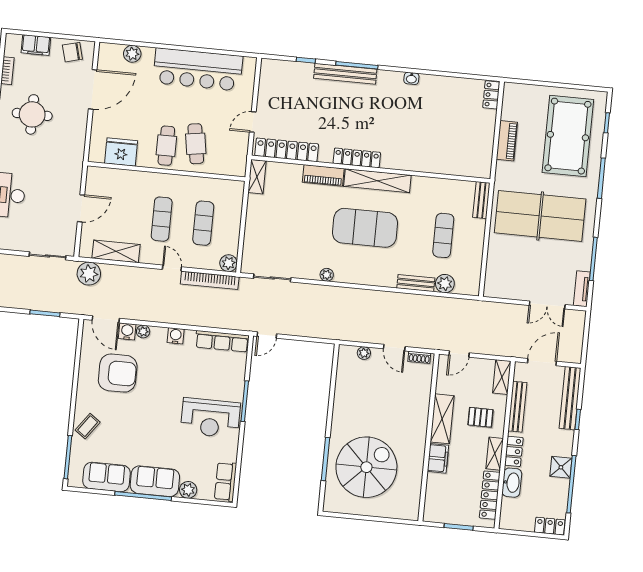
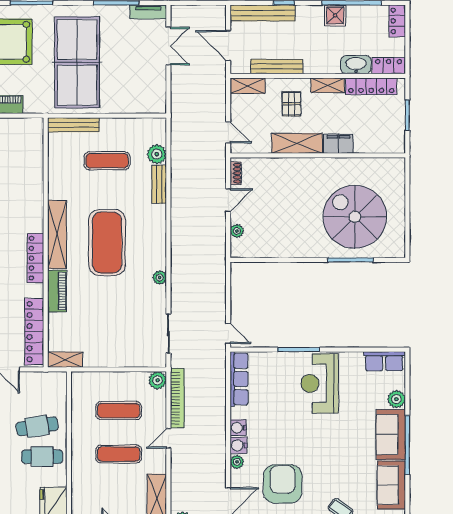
bench: (481, 200) -> (73, 125), width x1.36
water cooler: (127, 331) -> (238, 445), moved
reception desk: (210, 418) -> (320, 383), turned 180
locker: (514, 451) -> (389, 66), moved

